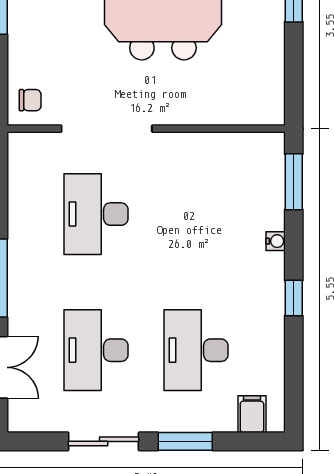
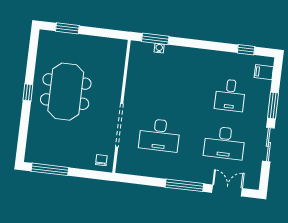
water cooler: (276, 241) -> (159, 48), moved
window: (294, 298) -> (246, 50), moved
desk: (196, 350) -> (230, 95), width x0.73

